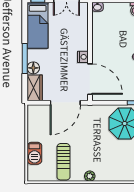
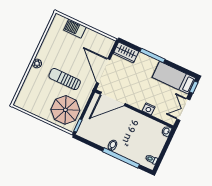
nightstand: (83, 57) -> (149, 109), moved
floor lamp: (33, 68) -> (142, 59), removed
sun lounger: (63, 162) -> (65, 79), moved

